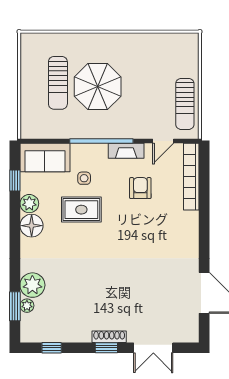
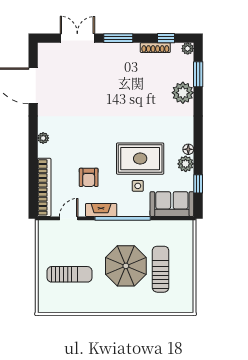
sun lounger: (185, 104) -> (69, 274), moved, turned 90
rug: (81, 210) -> (140, 159), width x1.36, depth x1.43
floor lamp: (32, 226) -> (188, 149), width x0.53, depth x0.53
plant: (192, 233) -> (43, 138), added
plant: (27, 306) -> (188, 49), moved
shoe rack: (109, 337) -> (155, 48), moved
window: (106, 348) -> (118, 38), width x1.50

